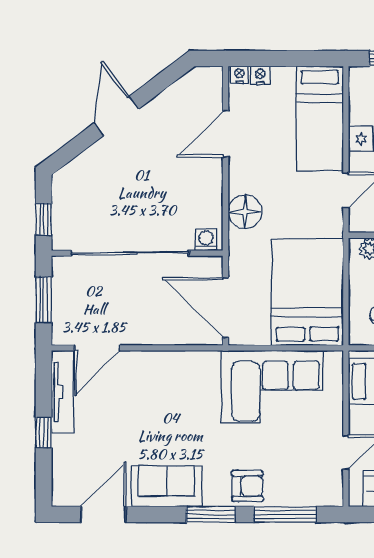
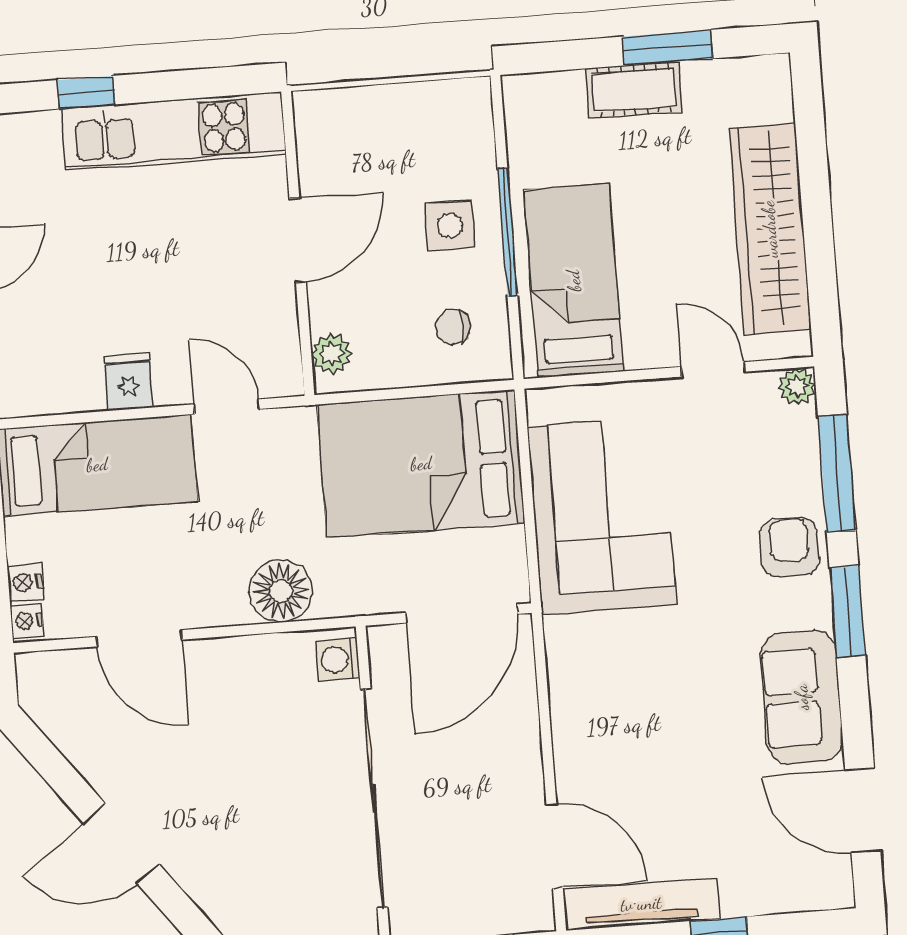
plant: (333, 497) -> (797, 386), added

